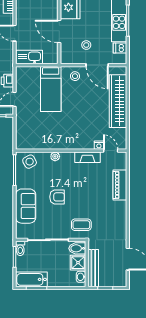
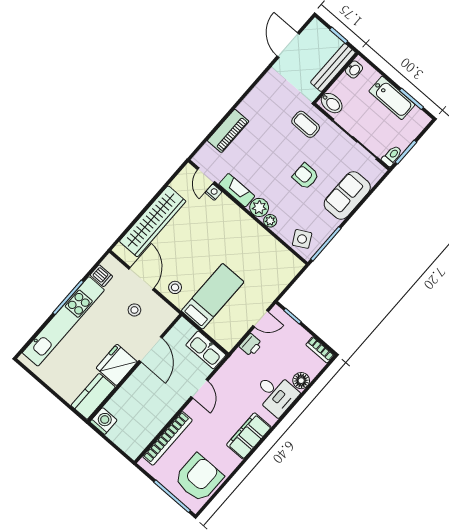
plant: (67, 158) -> (259, 207), added
shower: (78, 263) -> (344, 87), removed
bathtub: (31, 279) -> (392, 98), moved

